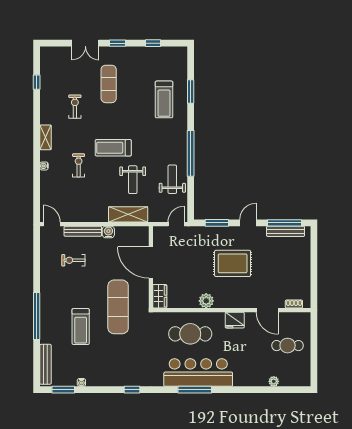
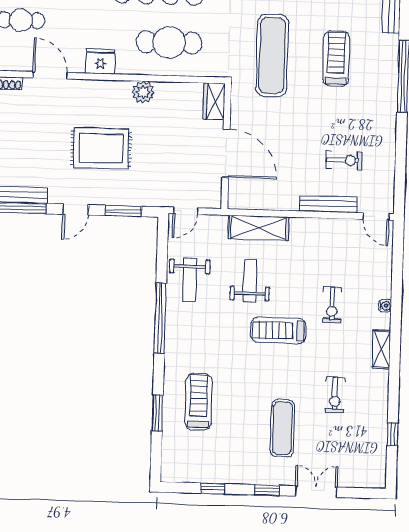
treadmill: (113, 148) -> (278, 330), turned 180
water cooler: (108, 232) -> (289, 202), removed
exercise mat: (118, 307) -> (272, 55), moved

